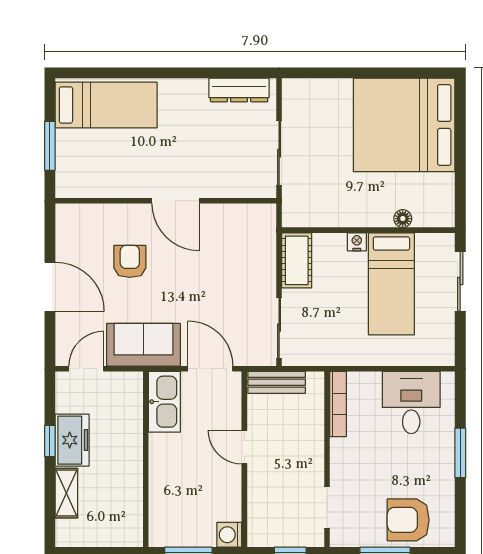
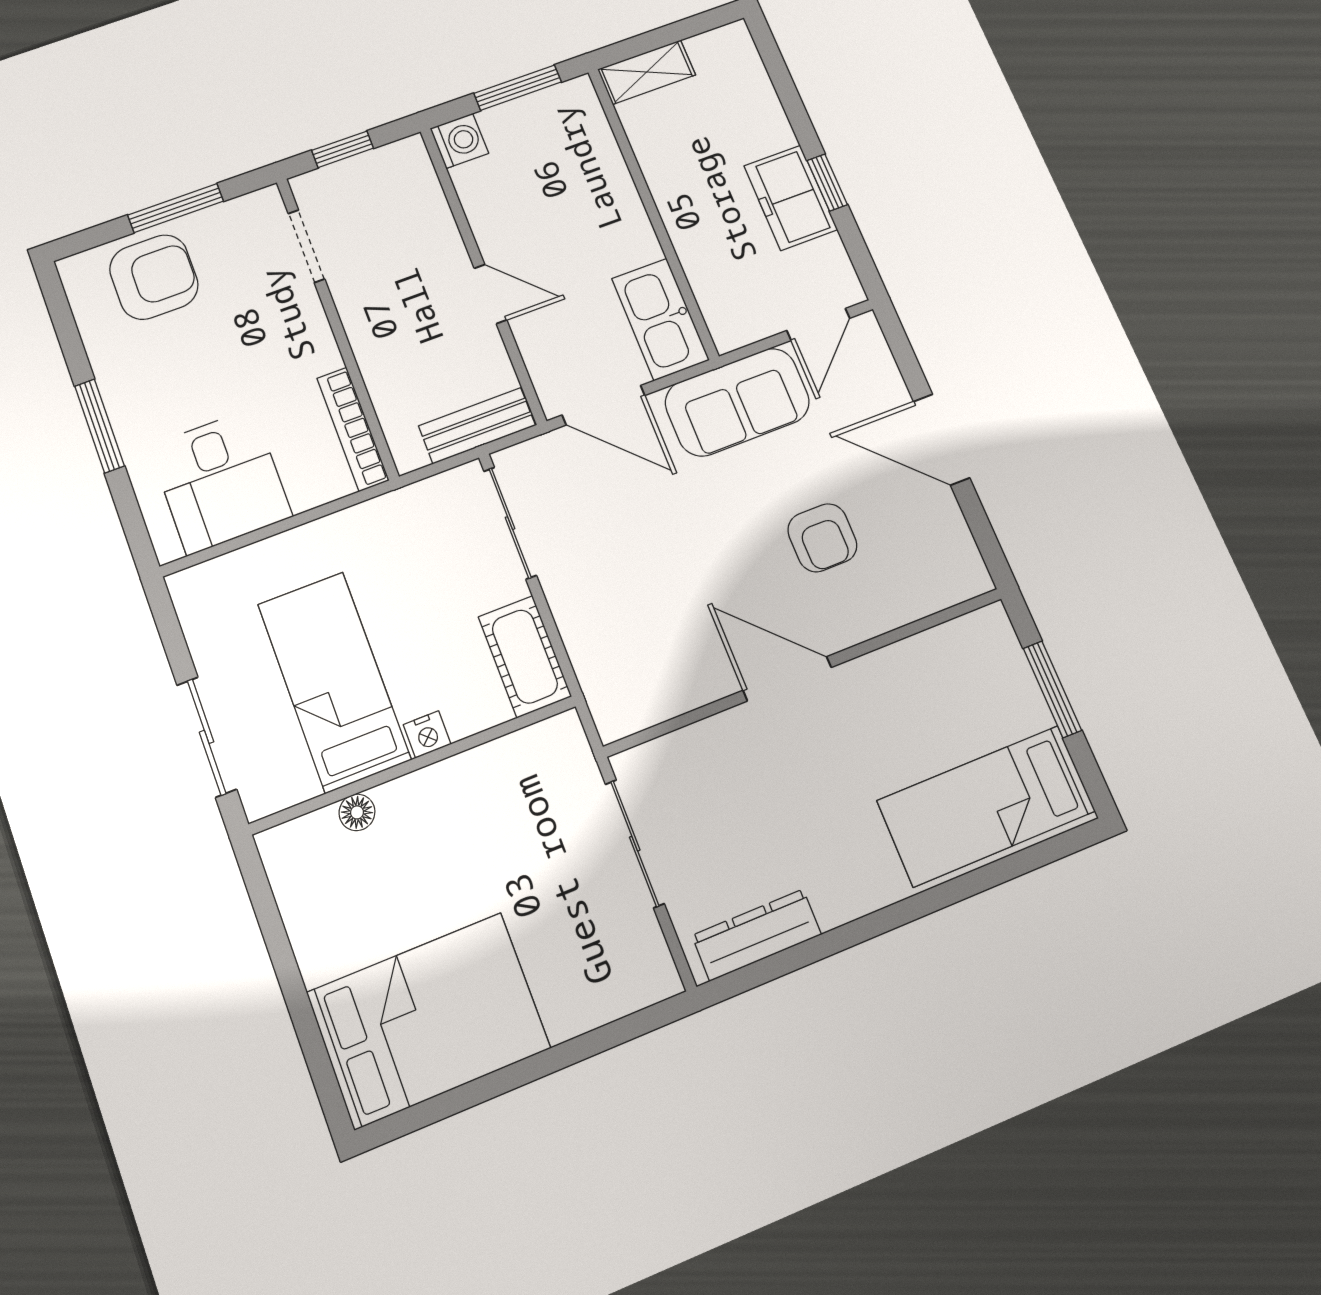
bed: (404, 125) -> (428, 1020), width x0.73
shelving: (66, 493) -> (647, 72), moved, turned 90

